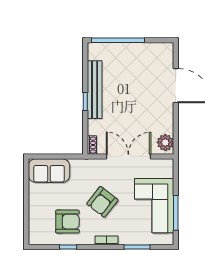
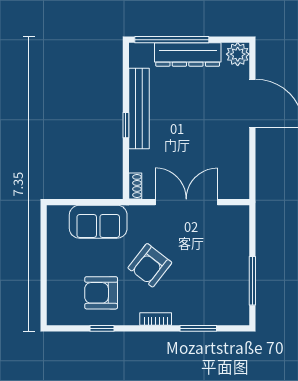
dresser: (129, 51) -> (188, 54), added
plant: (165, 142) -> (238, 54), moved
sofa: (49, 171) -> (98, 222), moved
corner sofa: (154, 206) -> (222, 271), removed
armchair: (67, 222) -> (101, 293), turned 180

